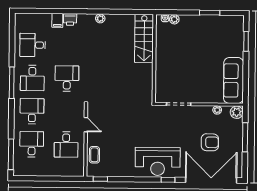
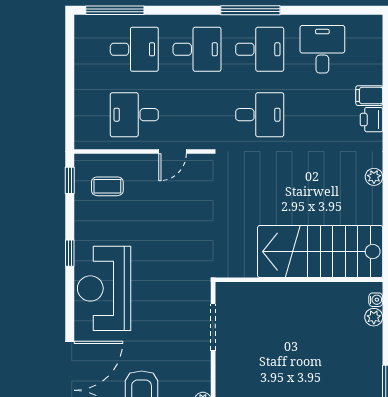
stairs: (144, 39) -> (320, 252), width x1.36, depth x1.51
desk: (32, 78) -> (260, 49), turned 180
coffee table: (94, 155) -> (107, 186), moved
window: (168, 180) -> (70, 253), moved

